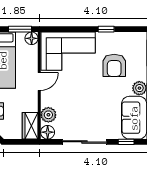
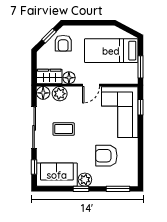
window: (106, 29) -> (140, 107), moved
floor lamp: (32, 38) -> (69, 78), moved
door: (39, 82) -> (91, 85), hinge flipped
coffee table: (86, 111) -> (64, 129), added

